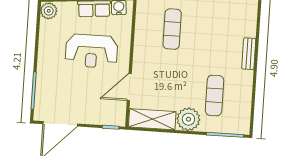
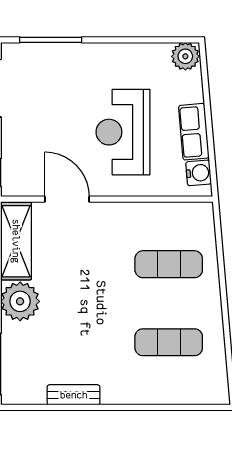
bench: (249, 54) -> (74, 395), moved
exercise mat: (215, 95) -> (169, 342), moved

